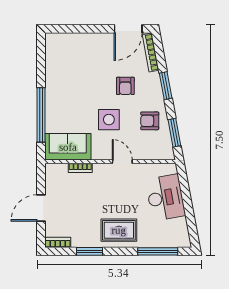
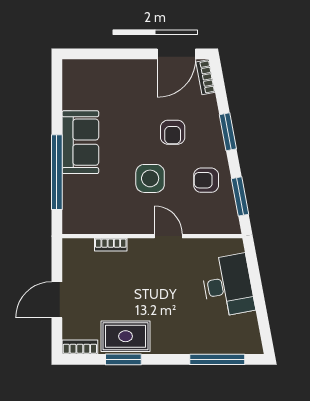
bookcase: (151, 53) -> (206, 77), width x0.64
sofa: (68, 147) -> (80, 142), moved, turned 90
rug: (119, 230) -> (126, 336), moved

